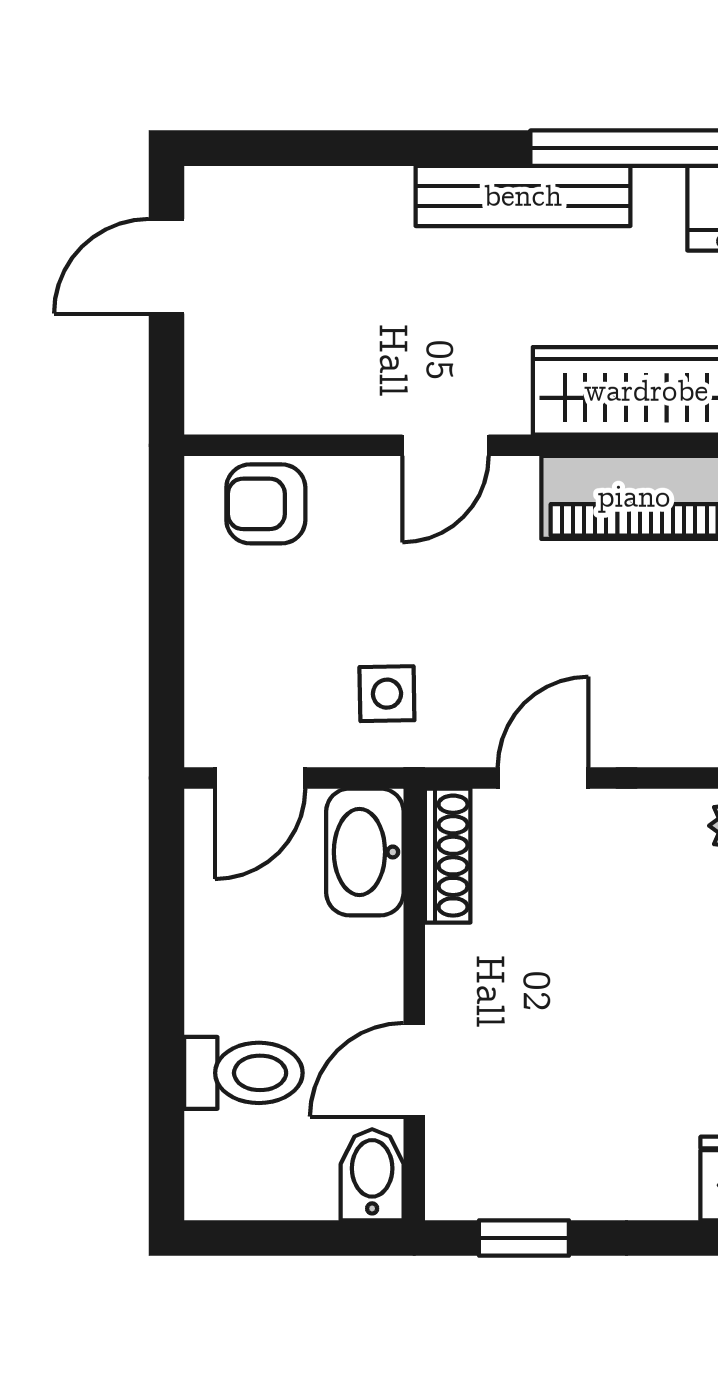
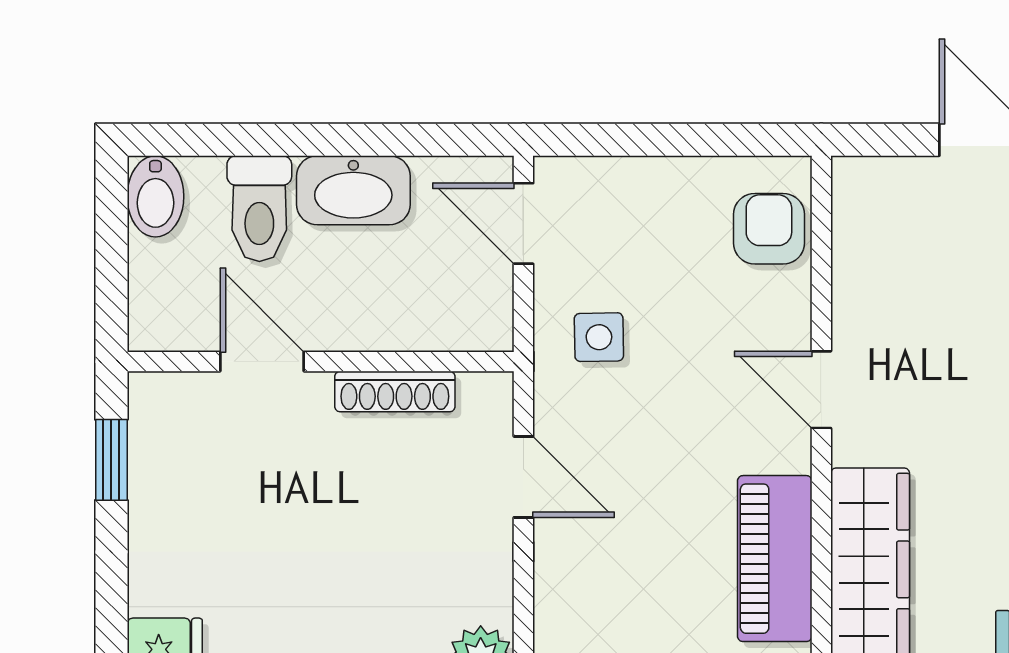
washbasin: (365, 852) -> (353, 190), moved, turned 180
shoe rack: (448, 856) -> (395, 392), moved
bidet: (372, 1175) -> (155, 196), moved, turned 90

